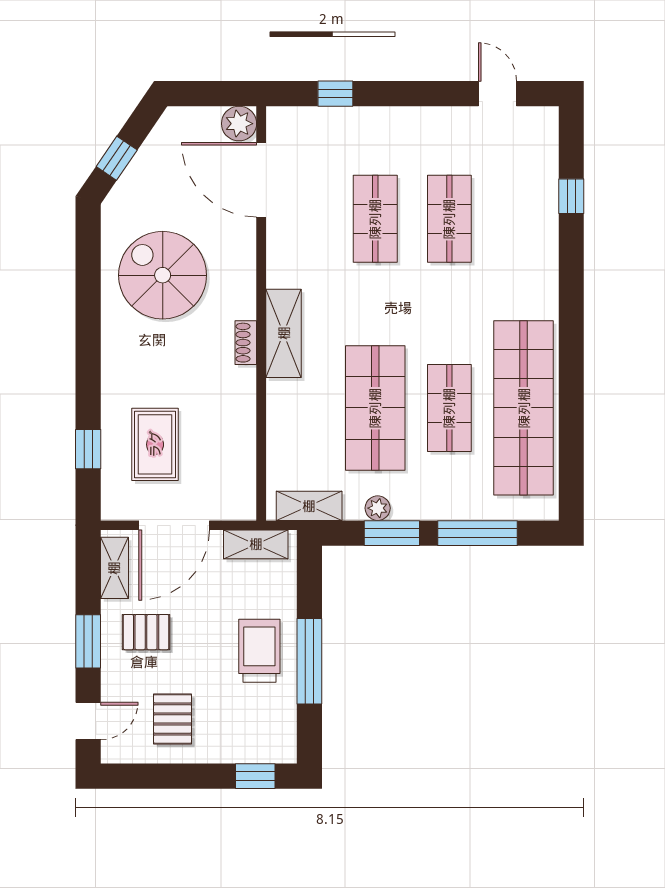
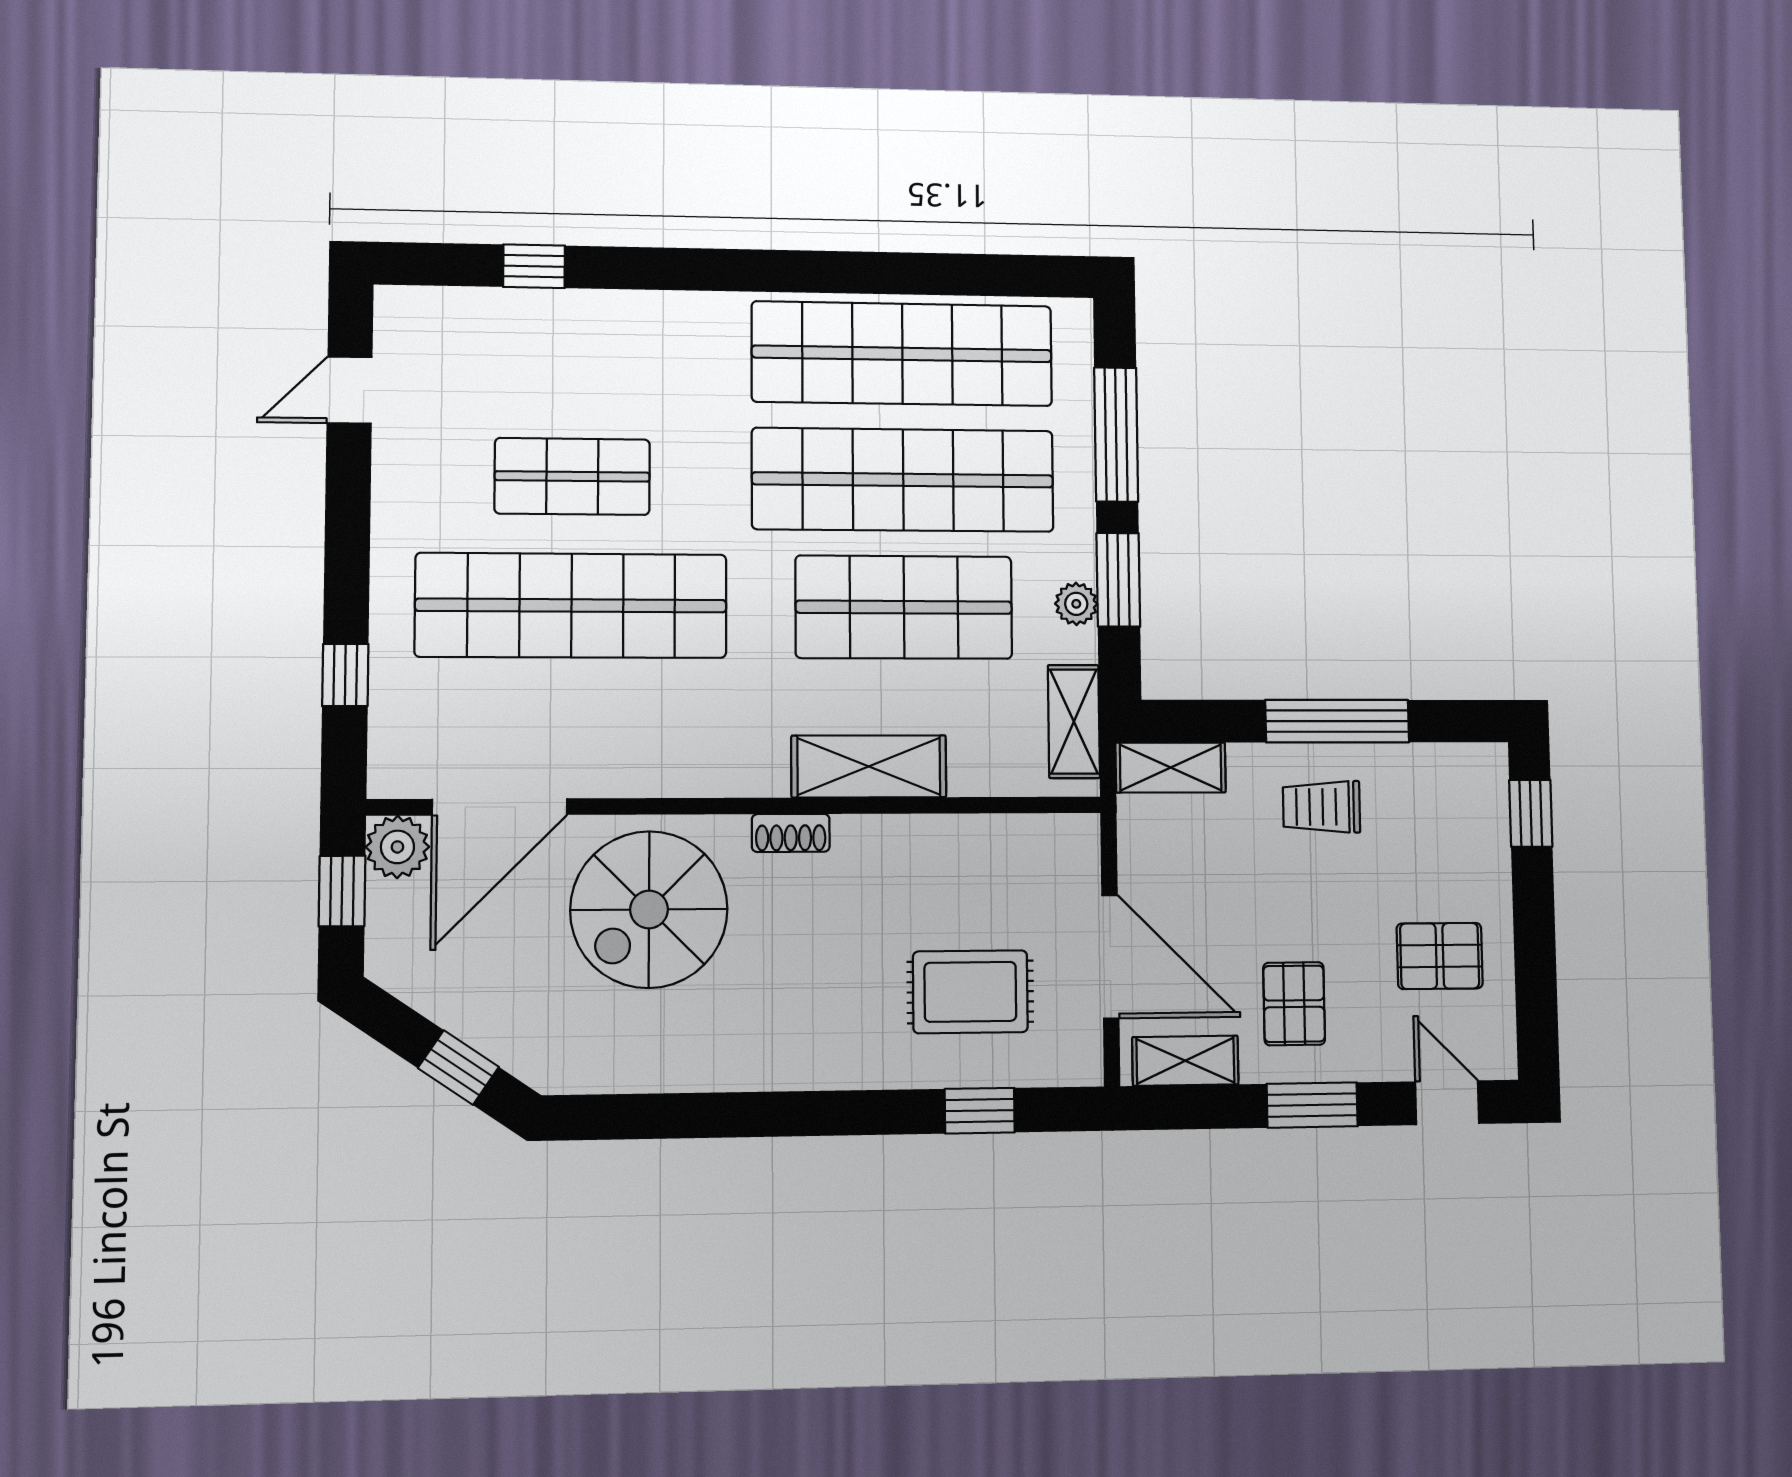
window: (215, 94) -> (342, 891), added
shop shelf: (375, 219) -> (571, 605), width x2.00, depth x1.36
spiral stairs: (163, 275) -> (649, 910), moved
shelving: (284, 333) -> (869, 766), moved
shop shelf: (449, 408) -> (903, 480), width x2.00, depth x1.36
shelving: (256, 544) -> (1171, 768), moved, turned 90
trolley: (259, 651) -> (1322, 807), width x0.73, depth x0.72

